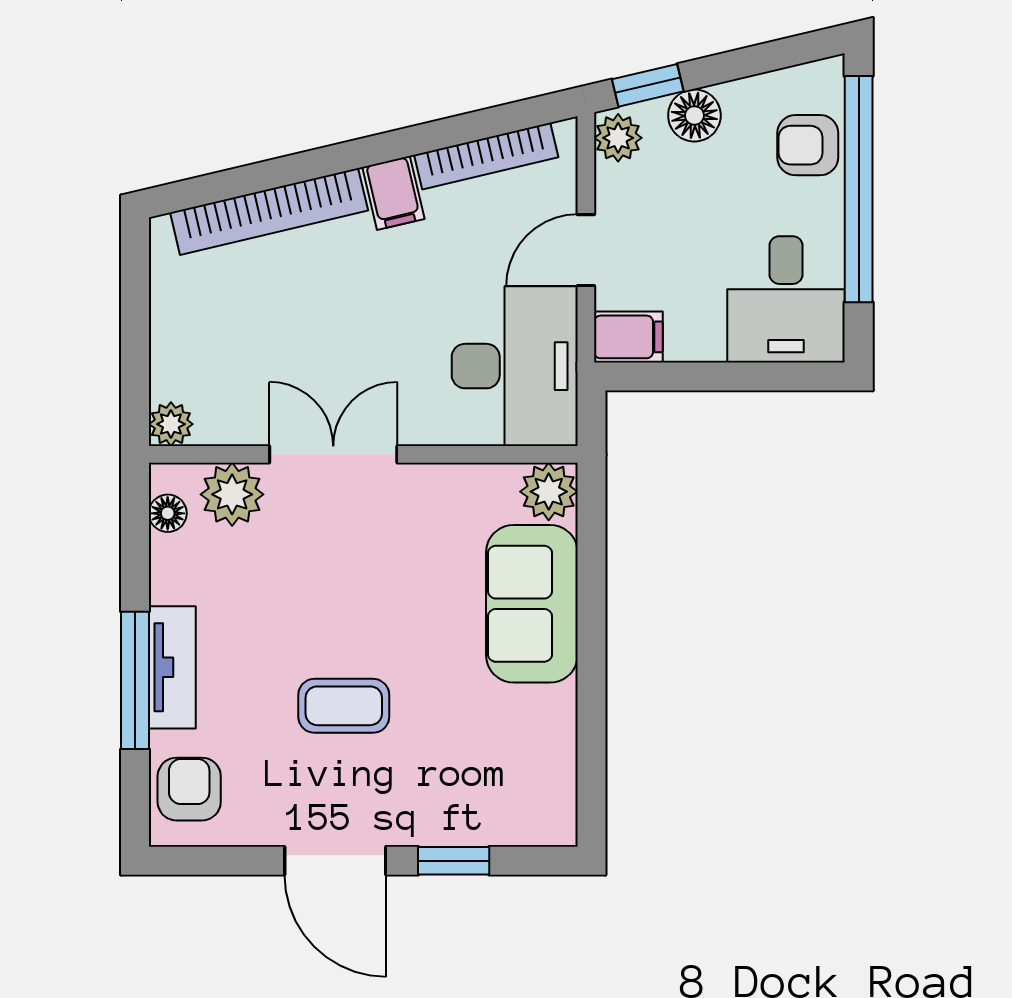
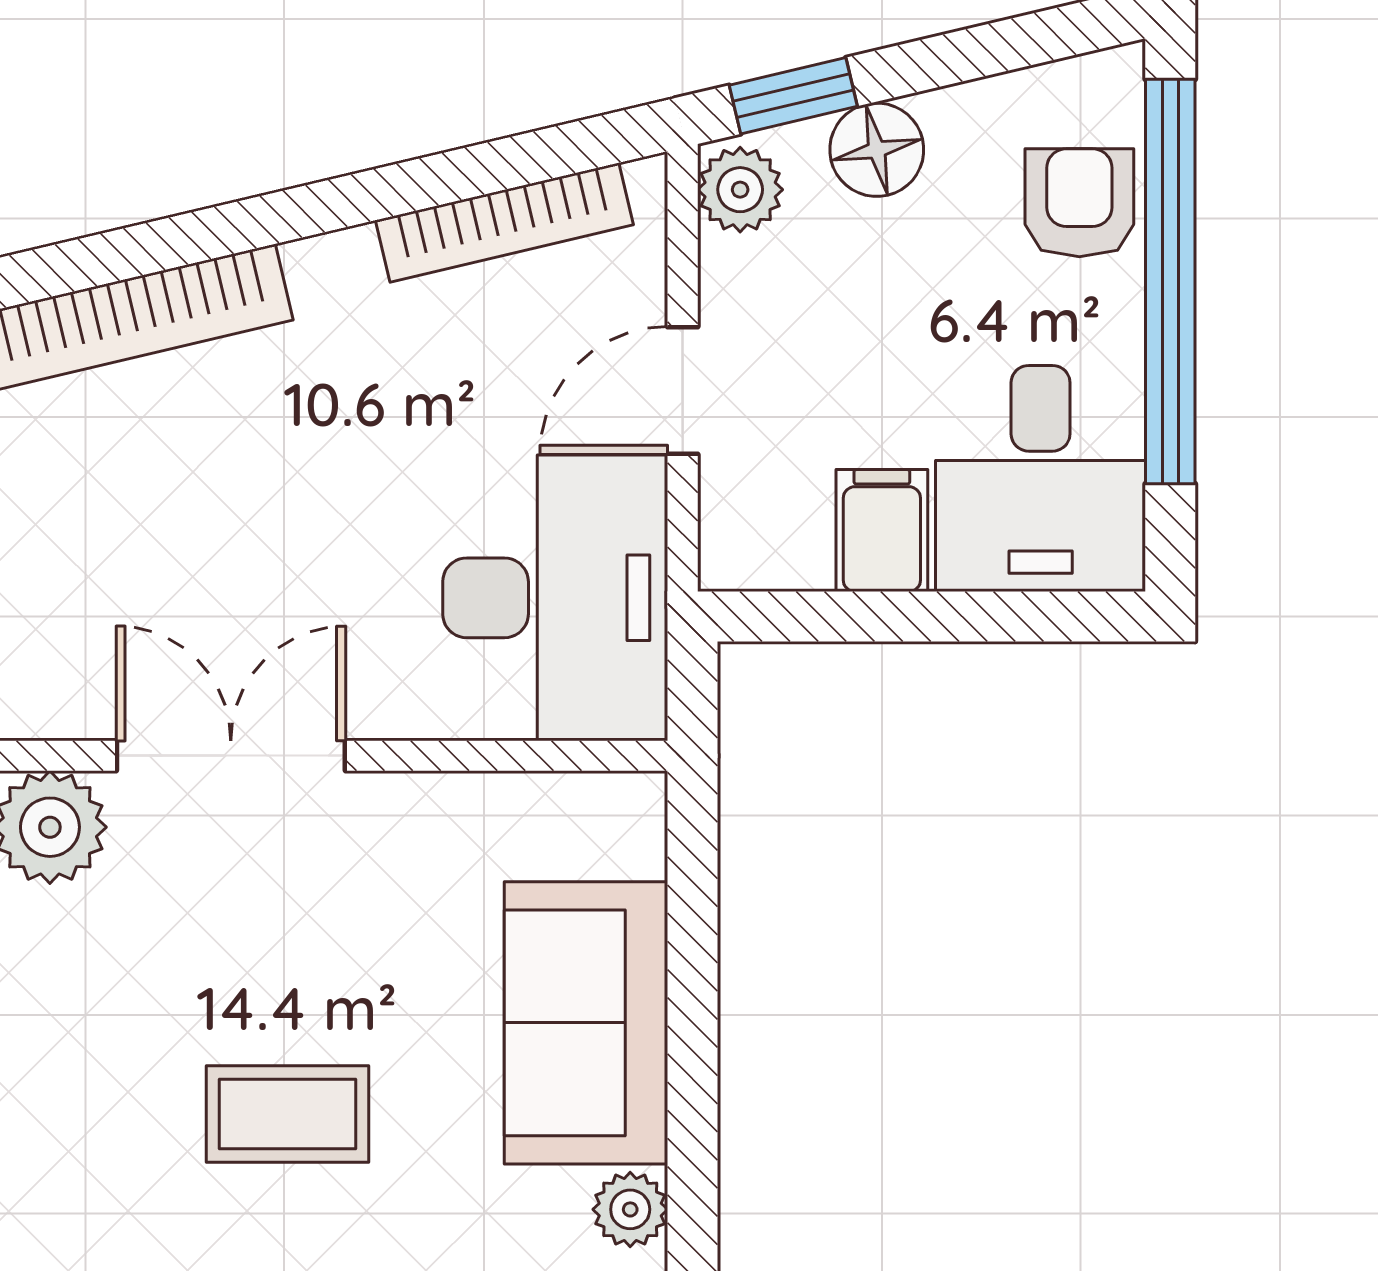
armchair: (808, 145) -> (1079, 203), turned 90
filing cabinet: (393, 193) -> (339, 288), removed
filing cabinet: (628, 337) -> (882, 531), moved, turned -90
plant: (549, 492) -> (630, 1209), moved, width x0.73, depth x0.73
coffee table: (344, 706) -> (287, 1114), moved

